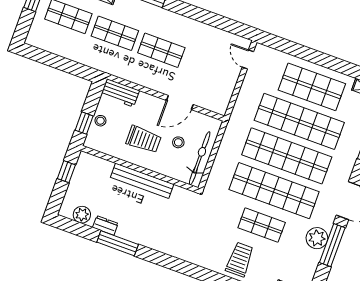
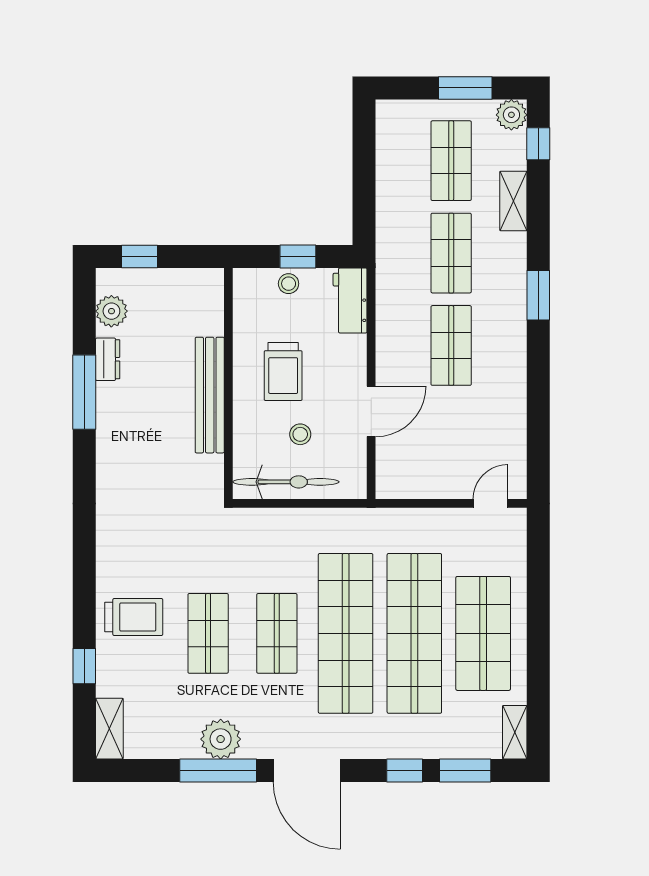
door: (180, 102) -> (371, 411), swing flipped
window: (84, 123) -> (298, 256), moved
window: (66, 172) -> (139, 256), moved
shop shelf: (274, 191) -> (277, 633), width x0.50, depth x0.74

